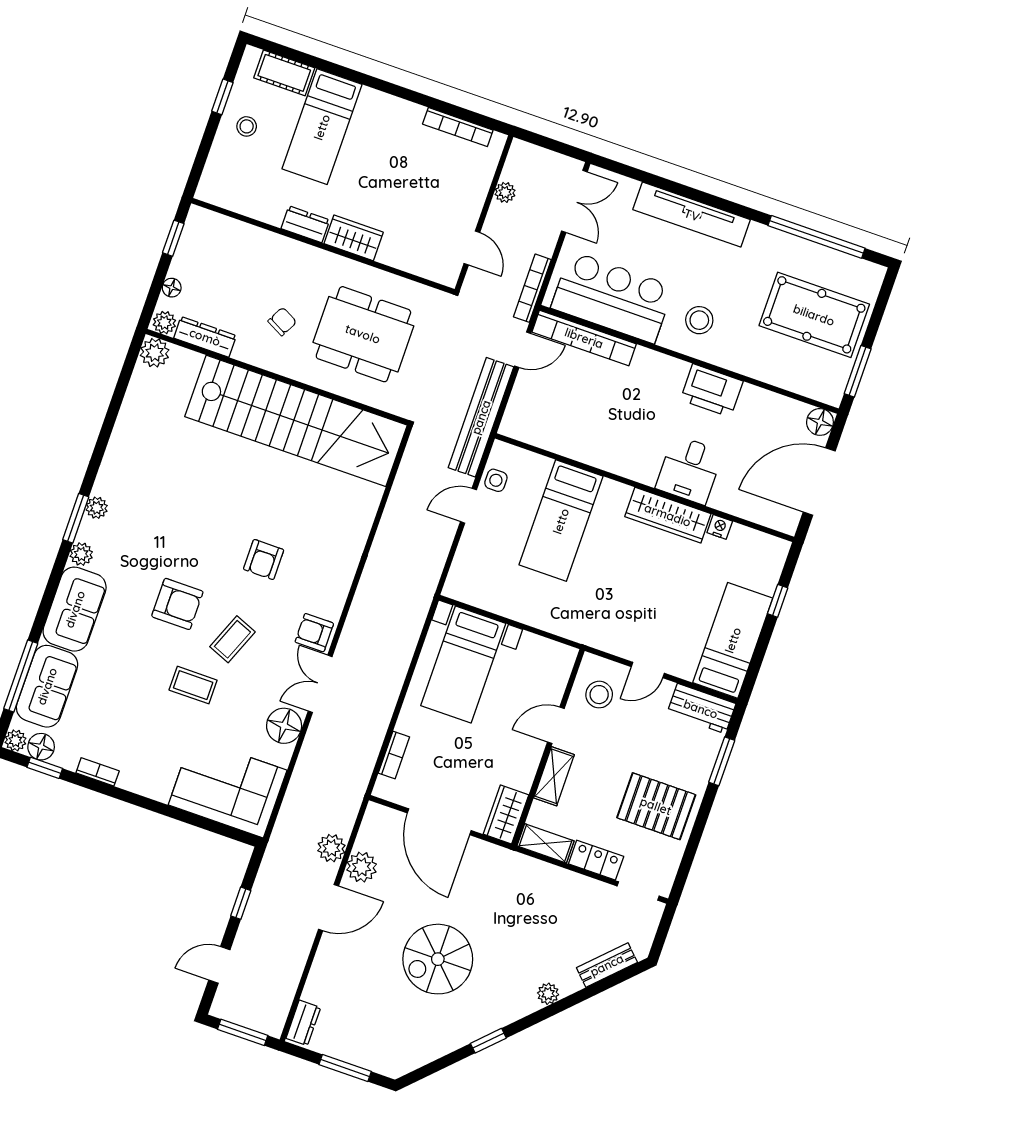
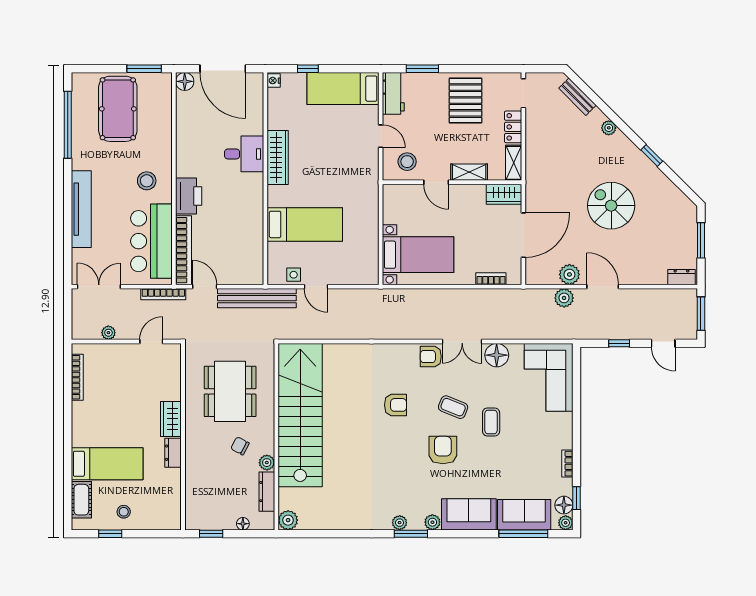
plant: (164, 323) -> (267, 463), moved
printer: (712, 390) -> (189, 196), moved
nightstand: (720, 527) -> (274, 81), moved
armchair: (314, 633) -> (431, 357), turned 90
spiral stairs: (438, 959) -> (611, 206), turned 180

